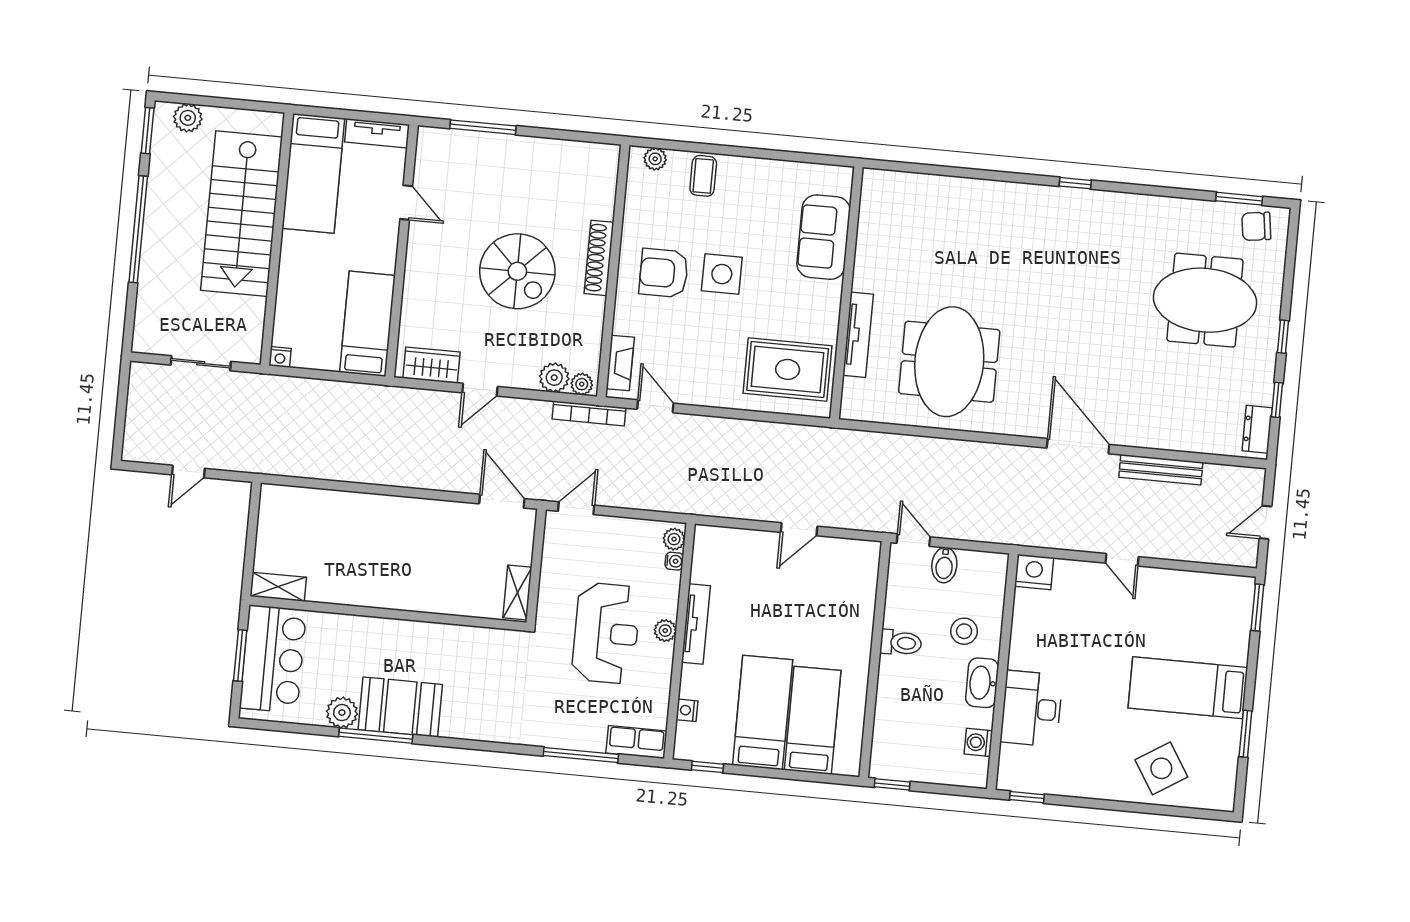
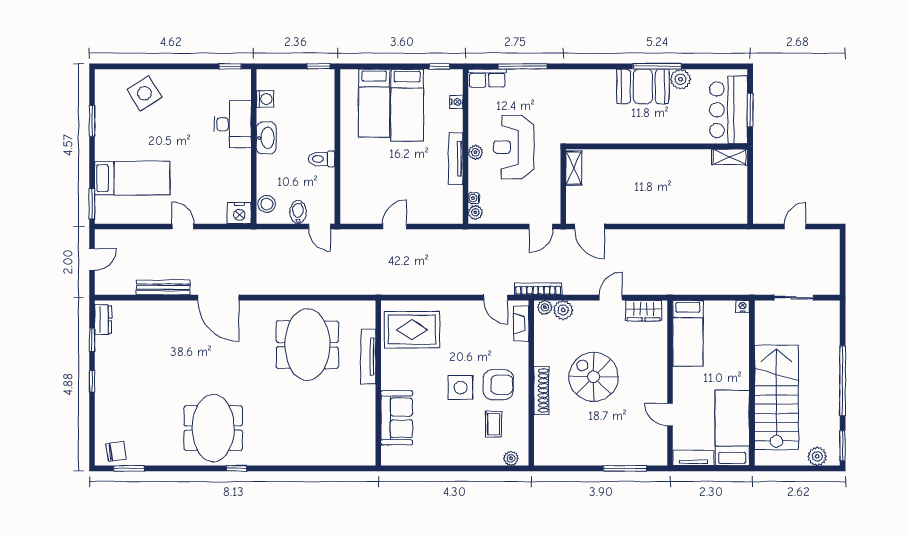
coffee table: (703, 176) -> (494, 424), moved
meeting table: (1205, 300) -> (213, 428), moved, turned 90
stool: (964, 631) -> (267, 204), moved
bed: (1188, 688) -> (132, 178), moved

